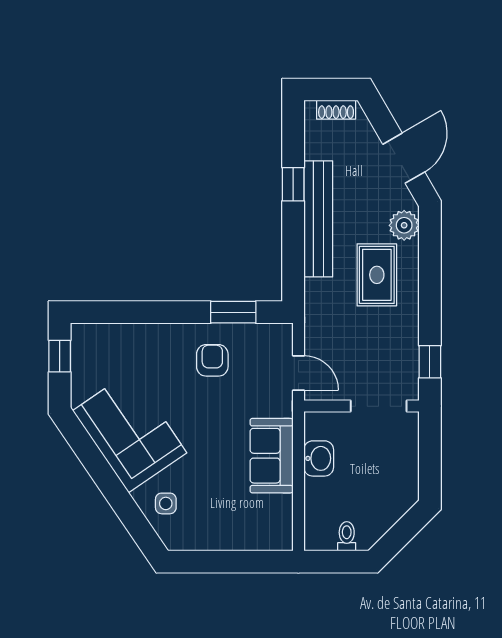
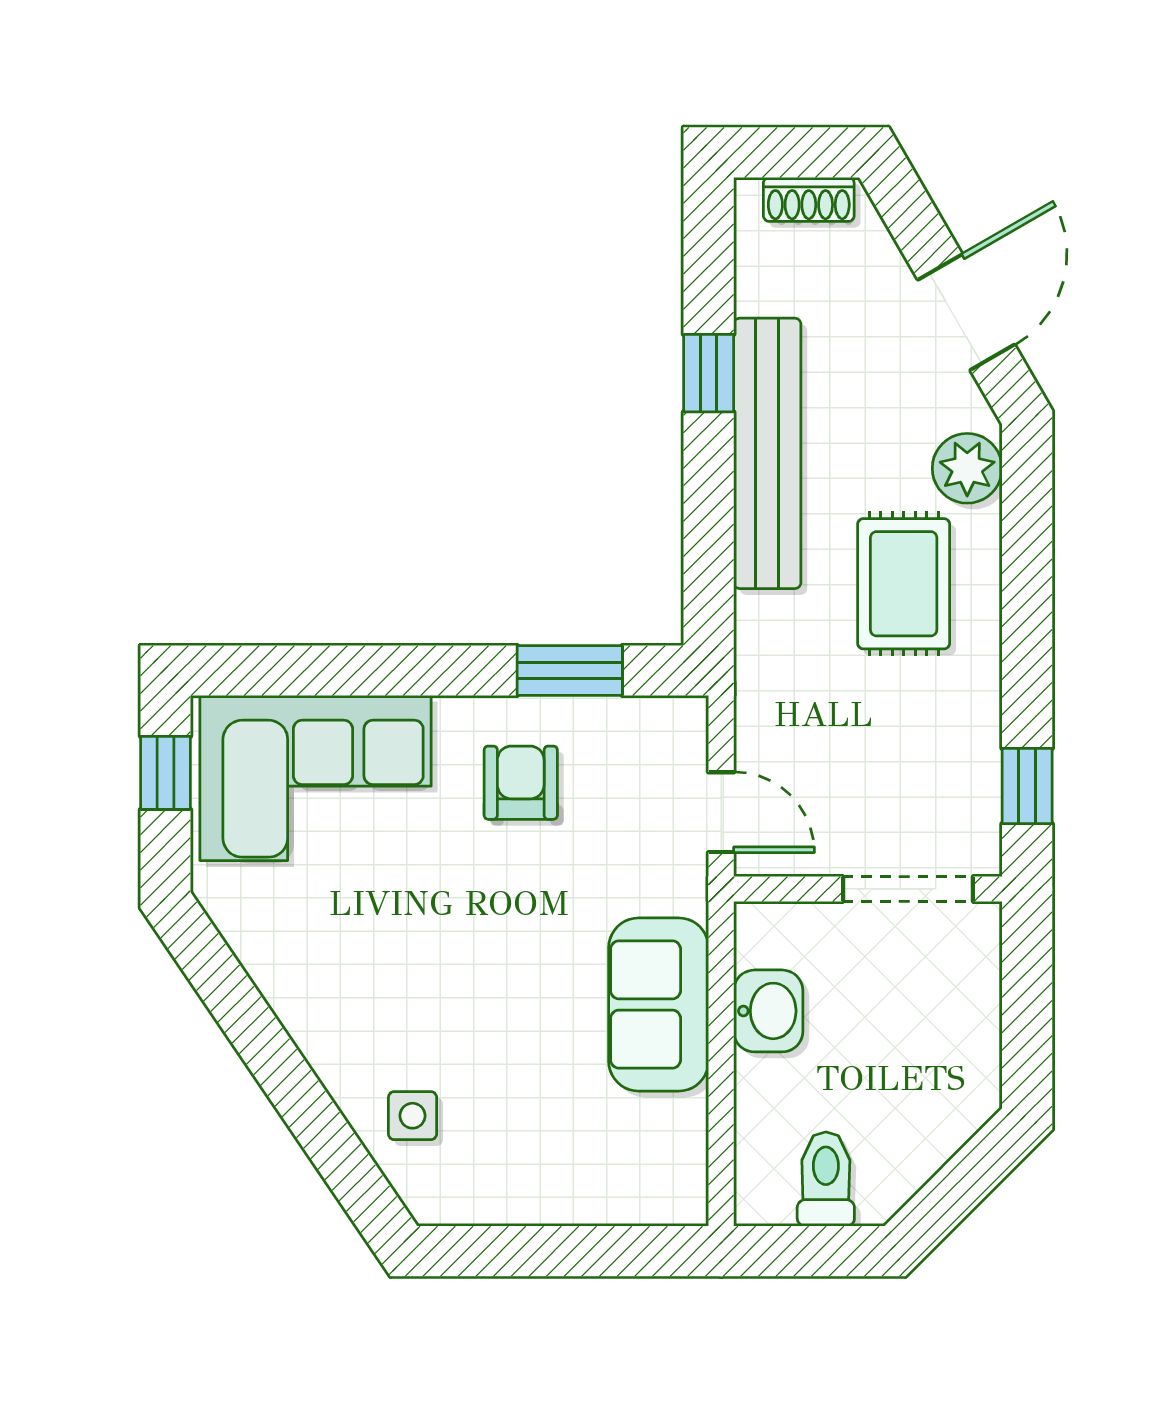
corner sofa: (130, 432) -> (315, 778), moved, turned 124
toilet: (347, 536) -> (826, 1179), width x1.37, depth x1.39

